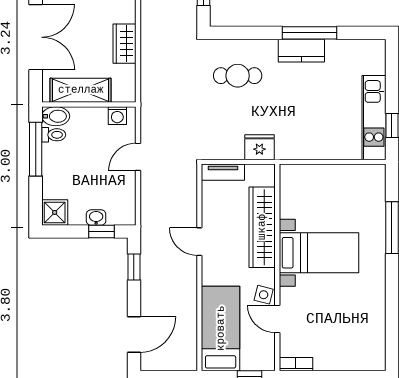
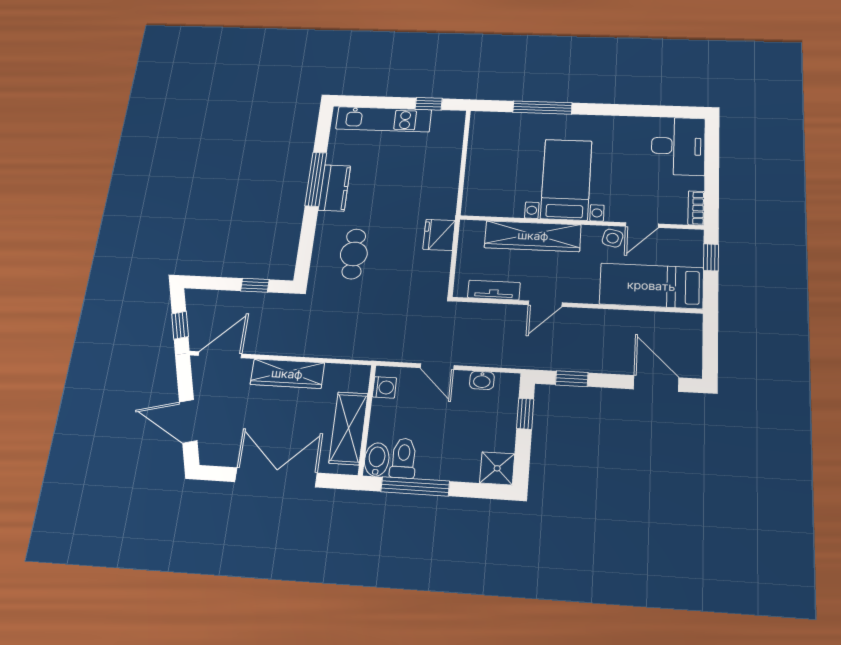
wardrobe: (124, 44) -> (287, 374), width x1.50
kitchen unit: (374, 118) -> (384, 119), moved
toilet: (54, 135) -> (404, 458), width x1.37, depth x1.39
tv unit: (223, 172) -> (494, 290), moved, turned -90
washbasin: (96, 218) -> (482, 380), moved, turned -90
desk: (357, 348) -> (678, 146), added

